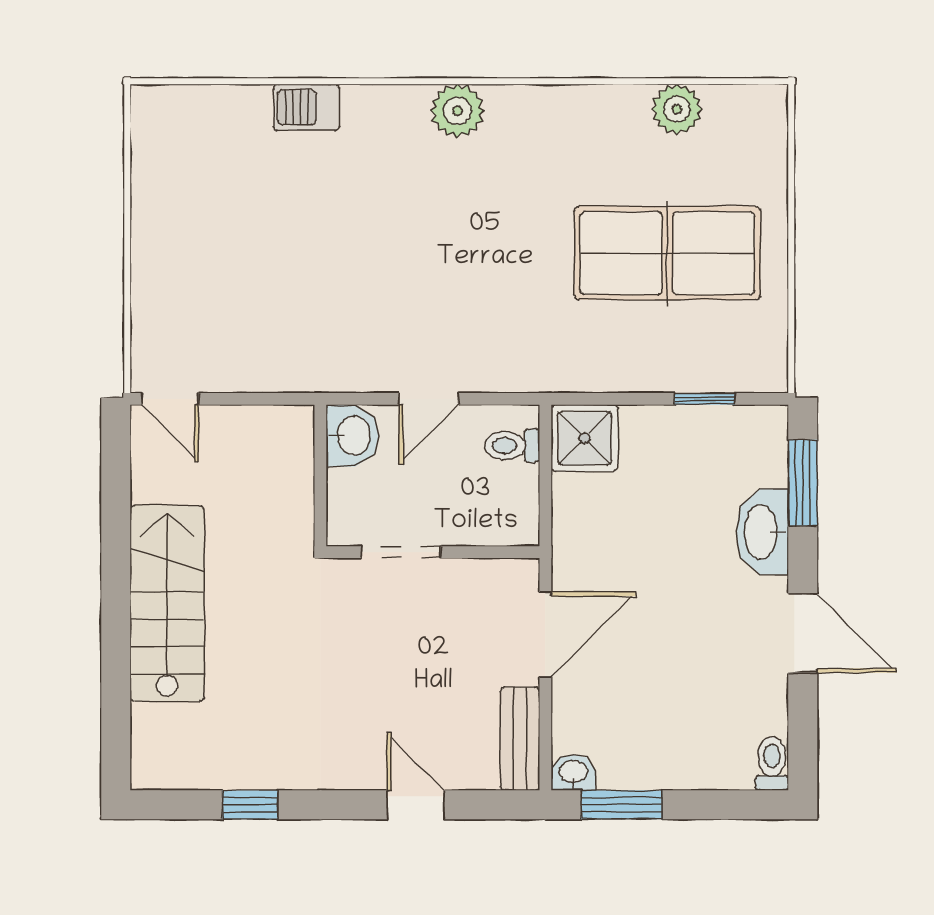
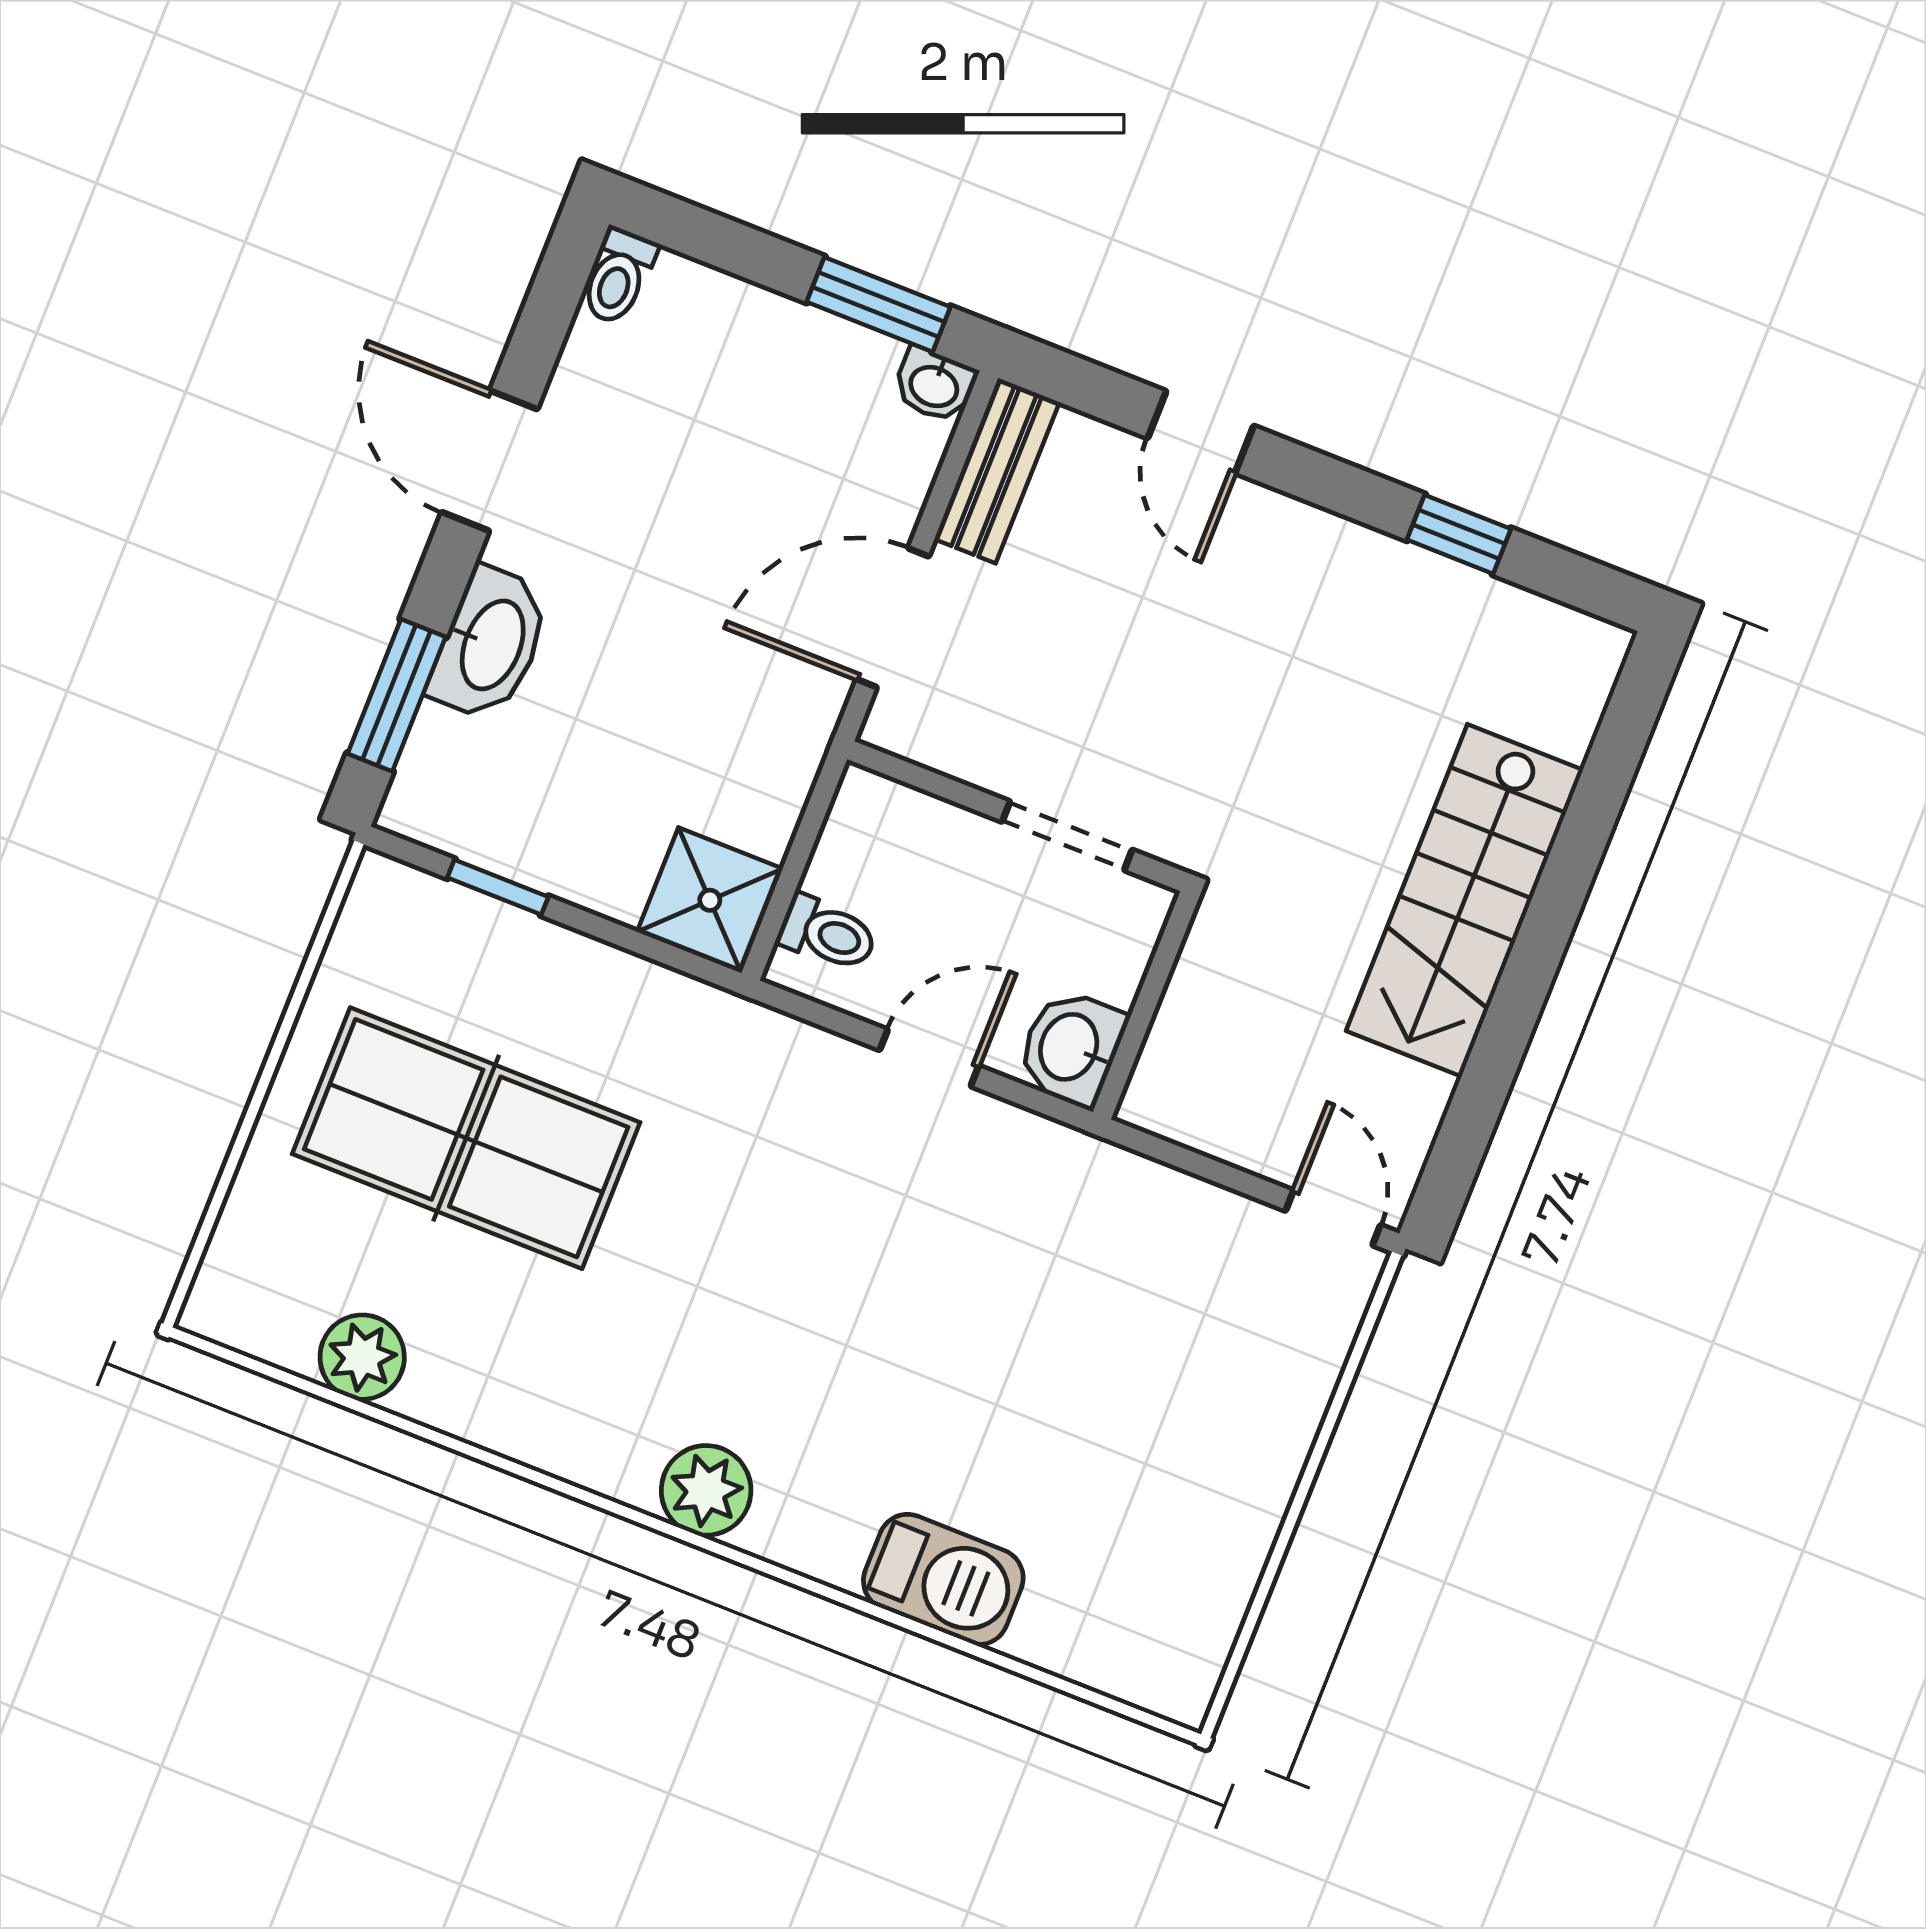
barbecue: (307, 107) -> (943, 1579), width x1.38, depth x1.27

